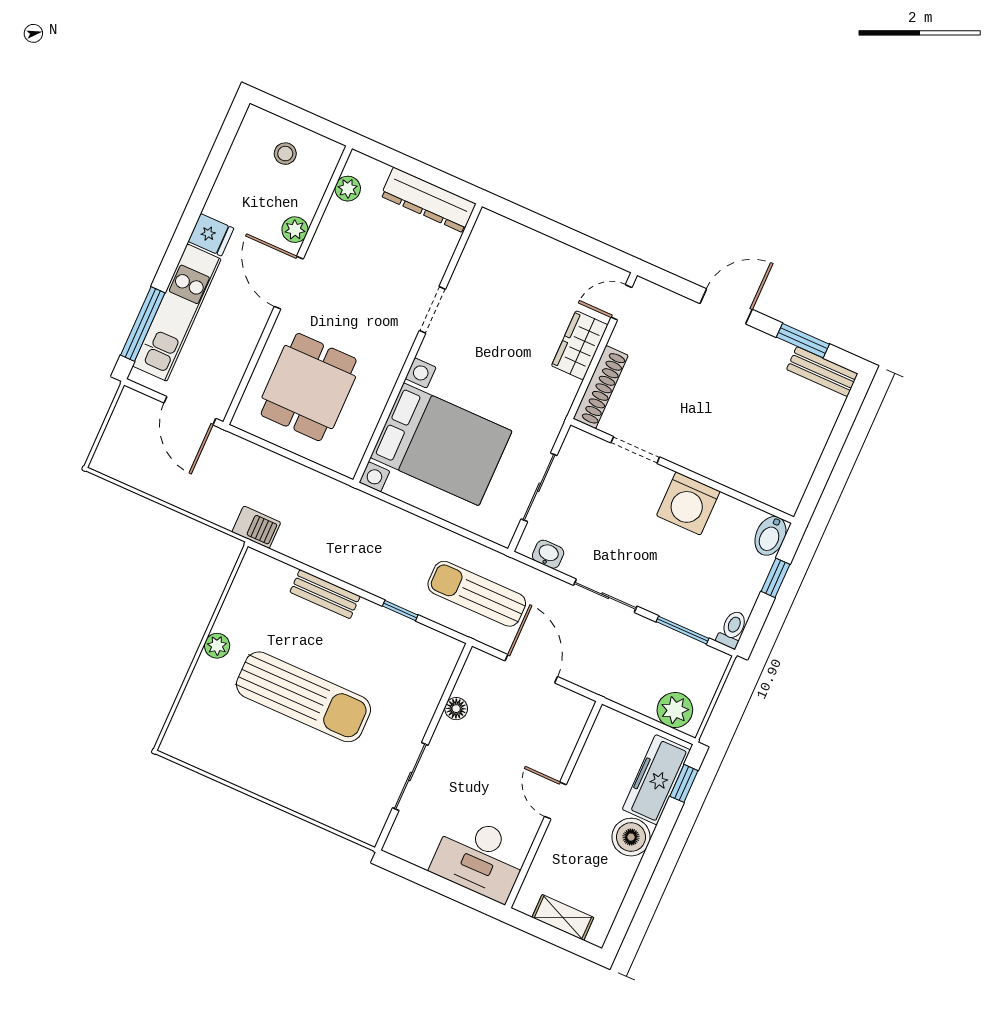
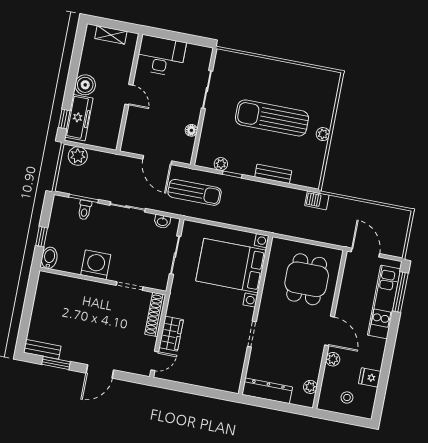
fridge: (211, 235) -> (370, 377), moved
toilet: (732, 629) -> (85, 210), moved
plant: (416, 634) -> (221, 164), added

